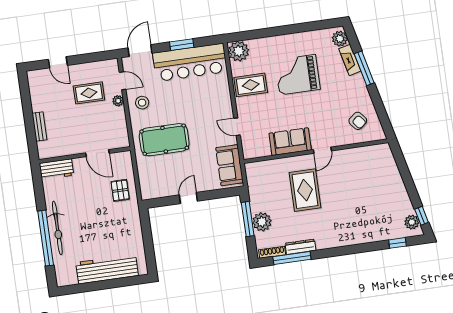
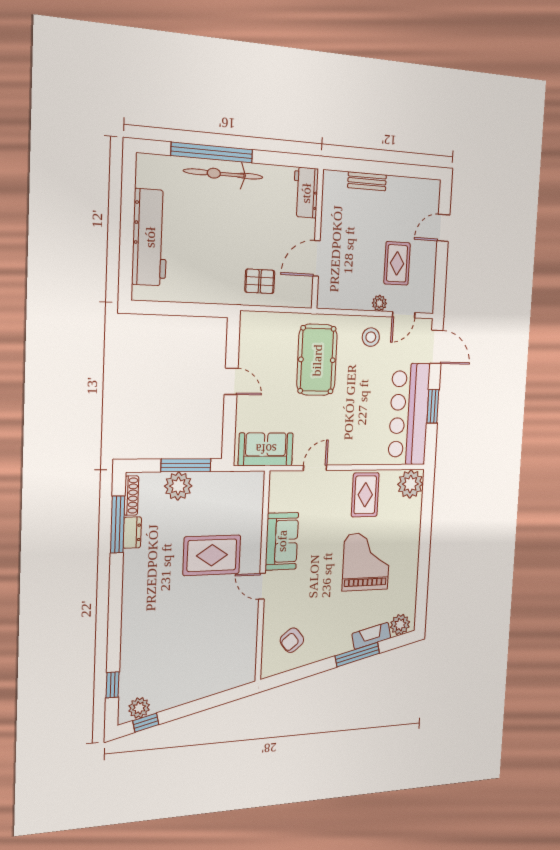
dresser: (300, 247) -> (132, 533), width x0.70

